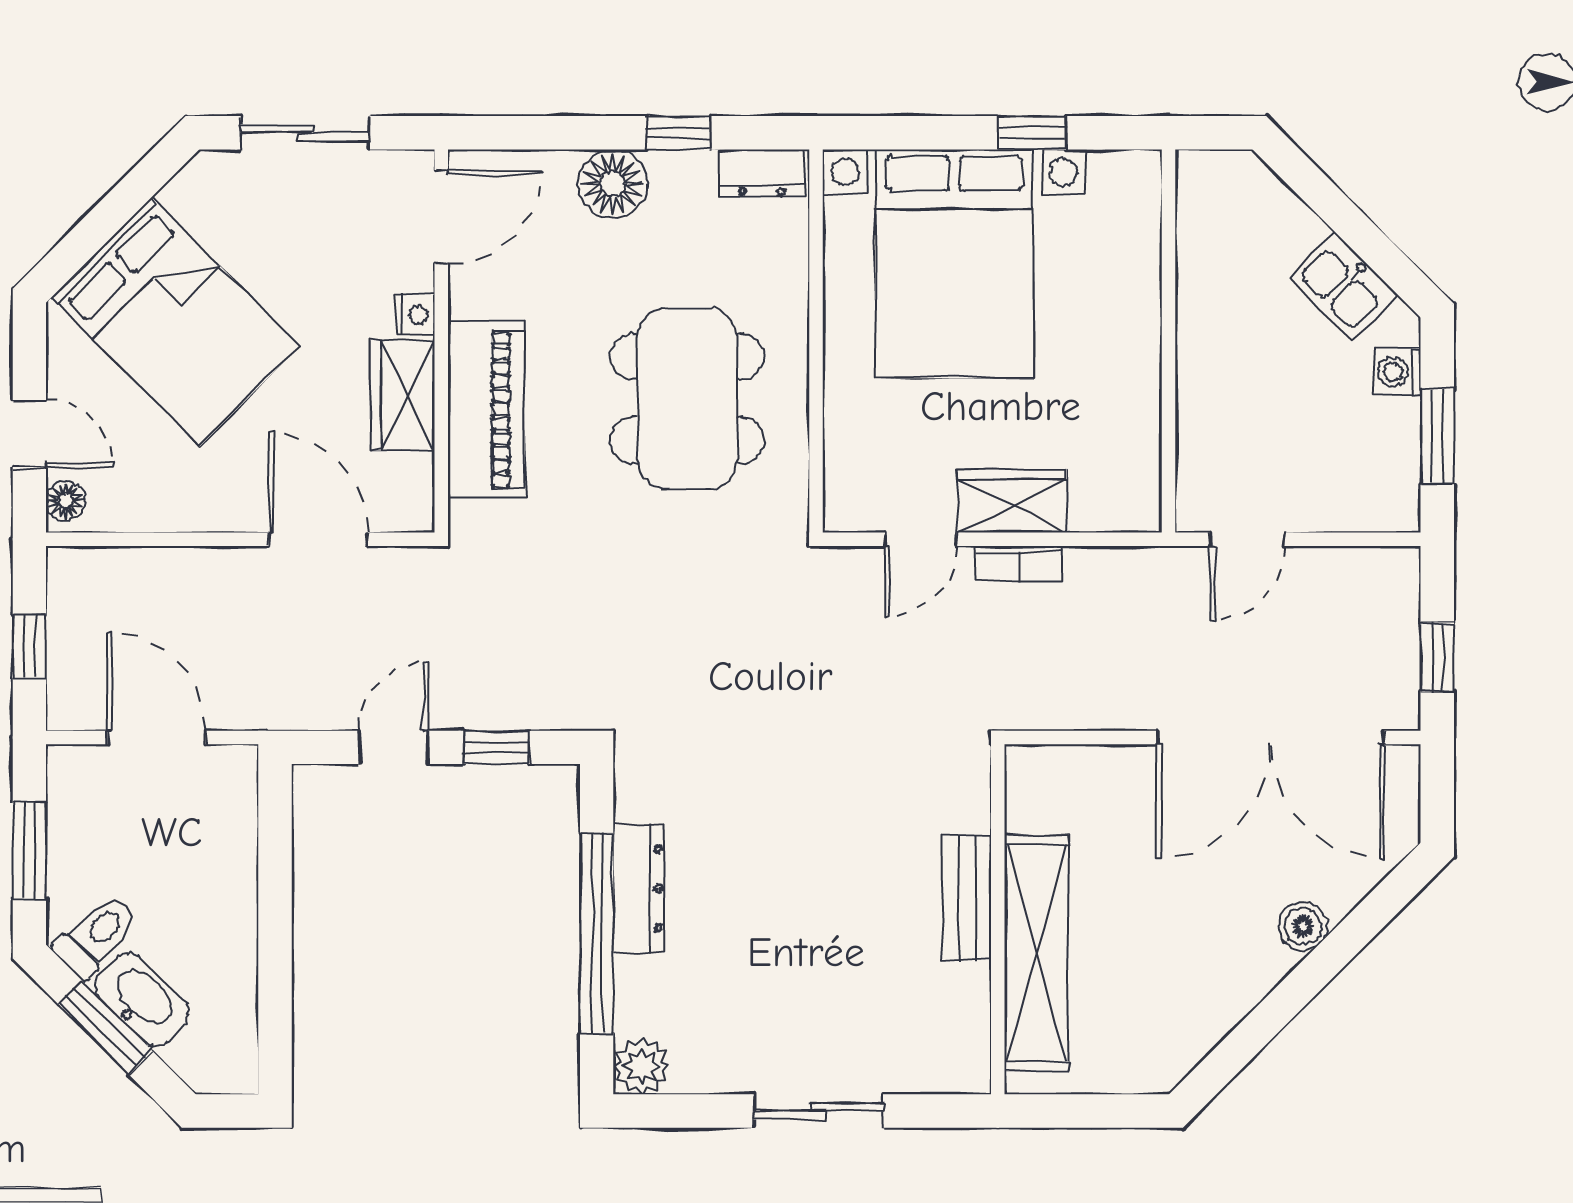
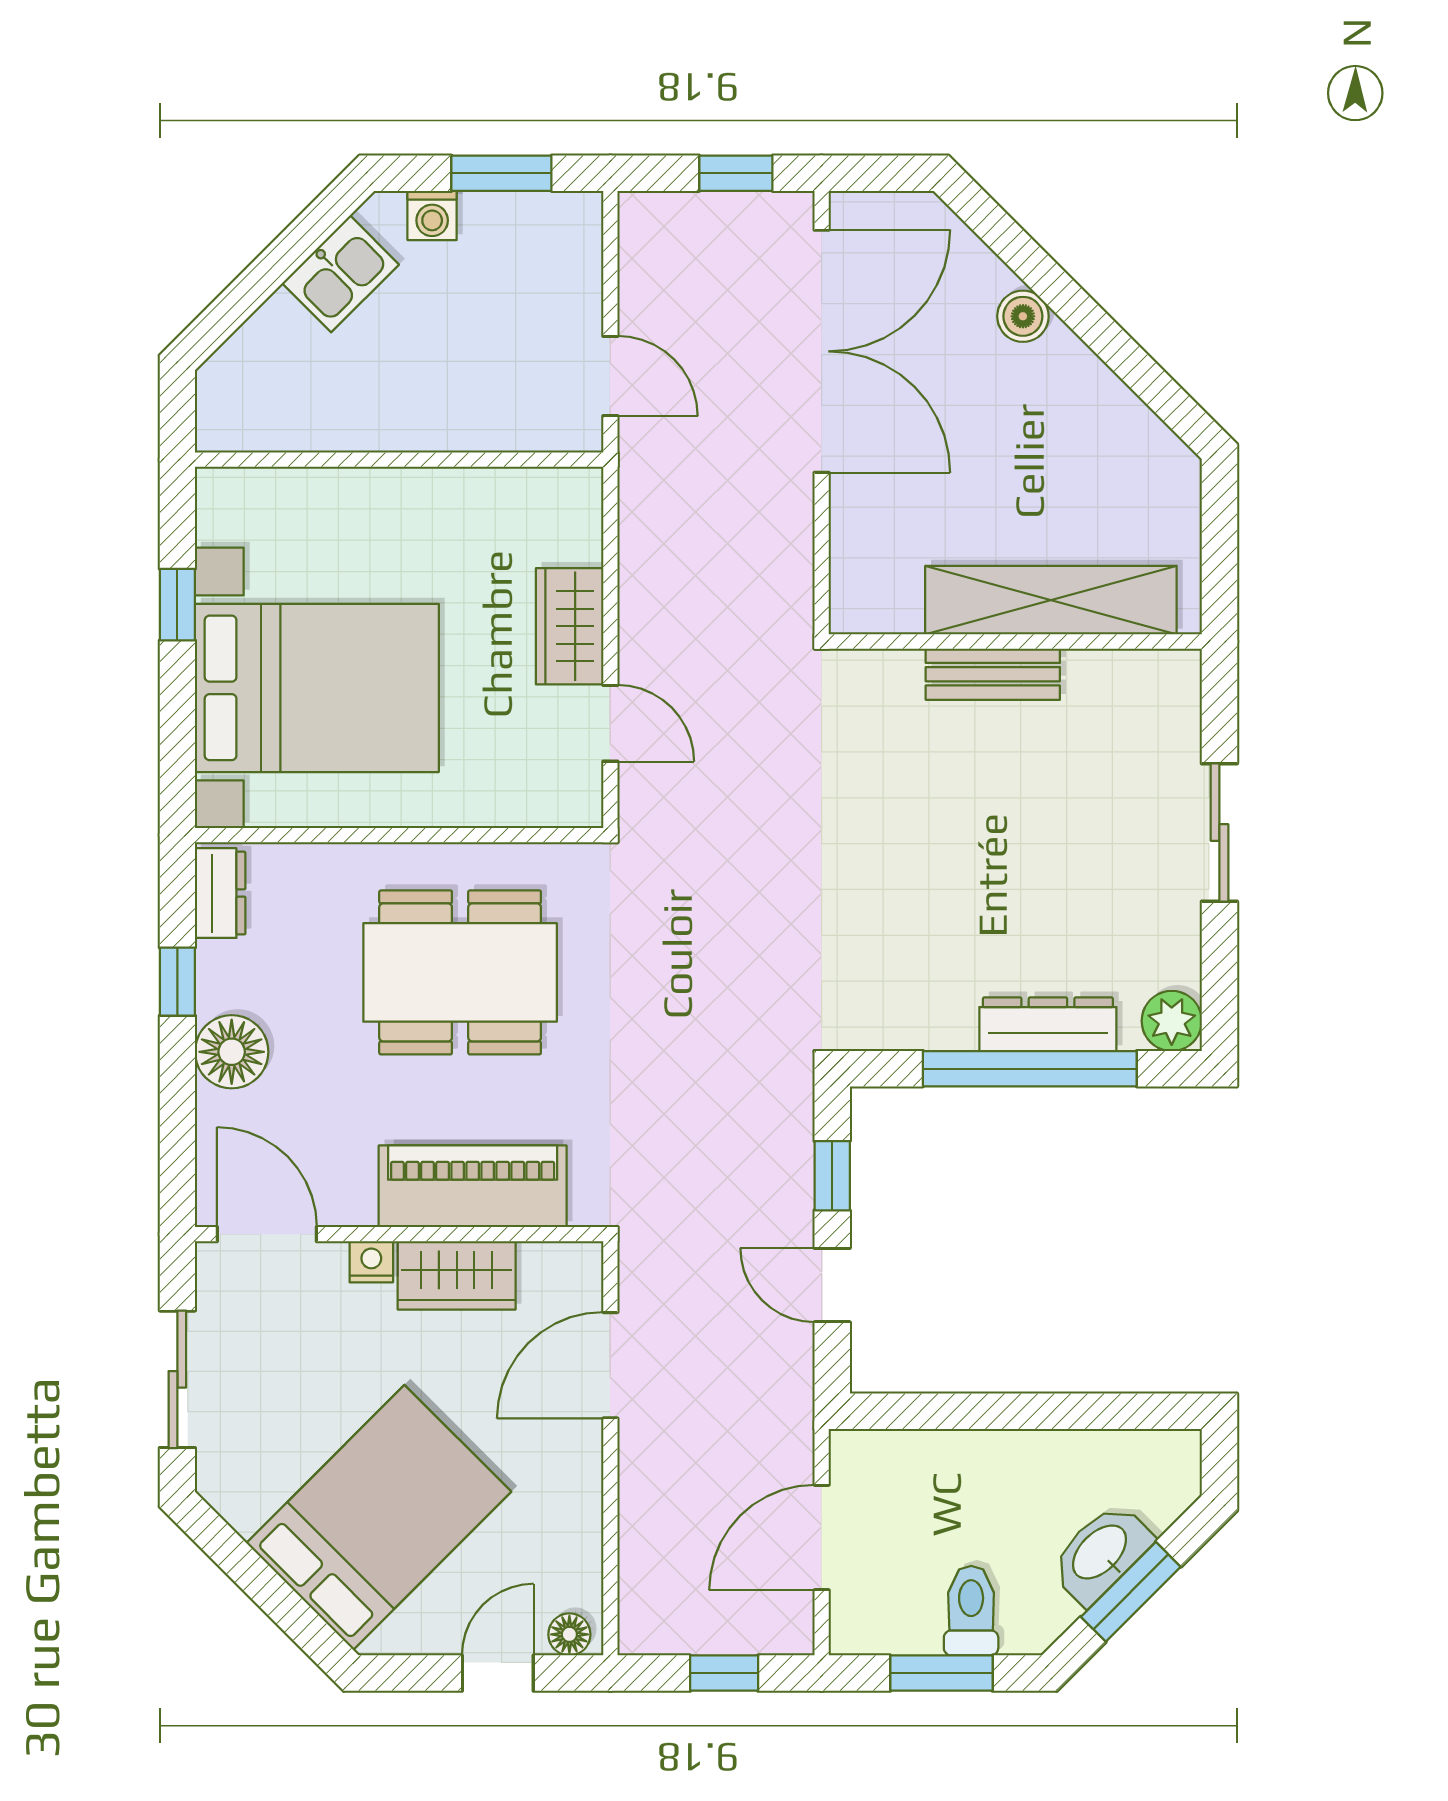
bookcase: (1019, 563) -> (636, 619), removed
dresser: (638, 889) -> (1048, 1024), moved
toilet: (96, 936) -> (971, 1611), moved, turned 45

